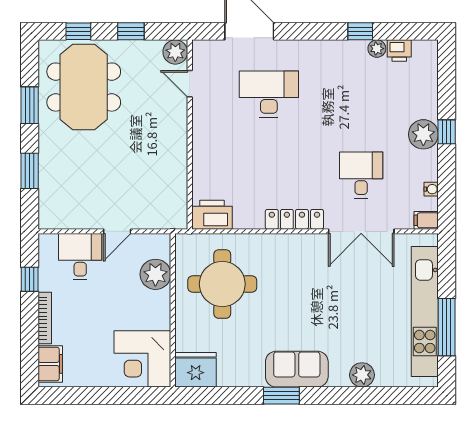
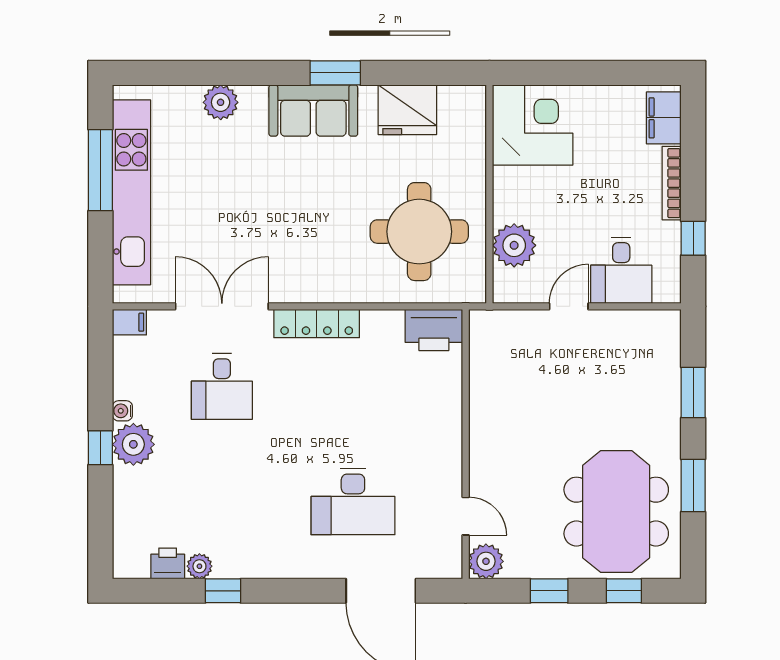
water cooler: (431, 189) -> (122, 411), moved
fridge: (196, 370) -> (407, 110), moved

